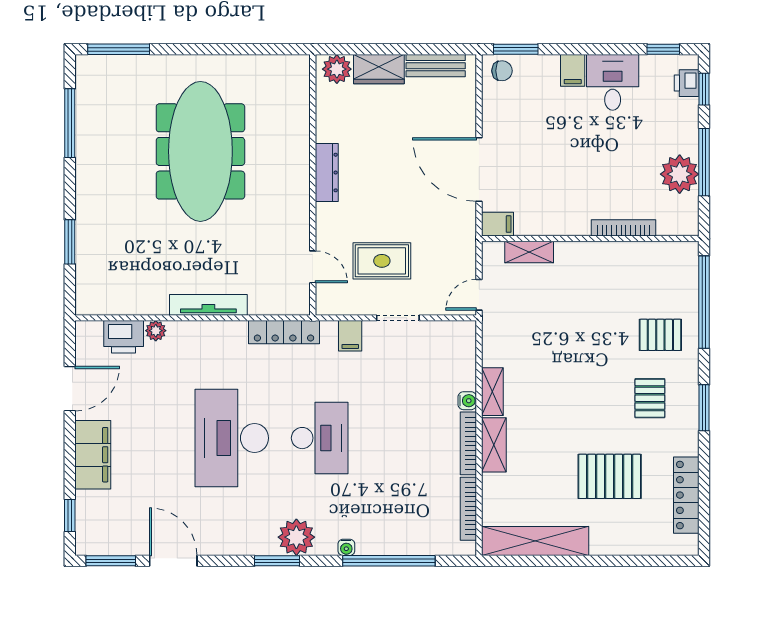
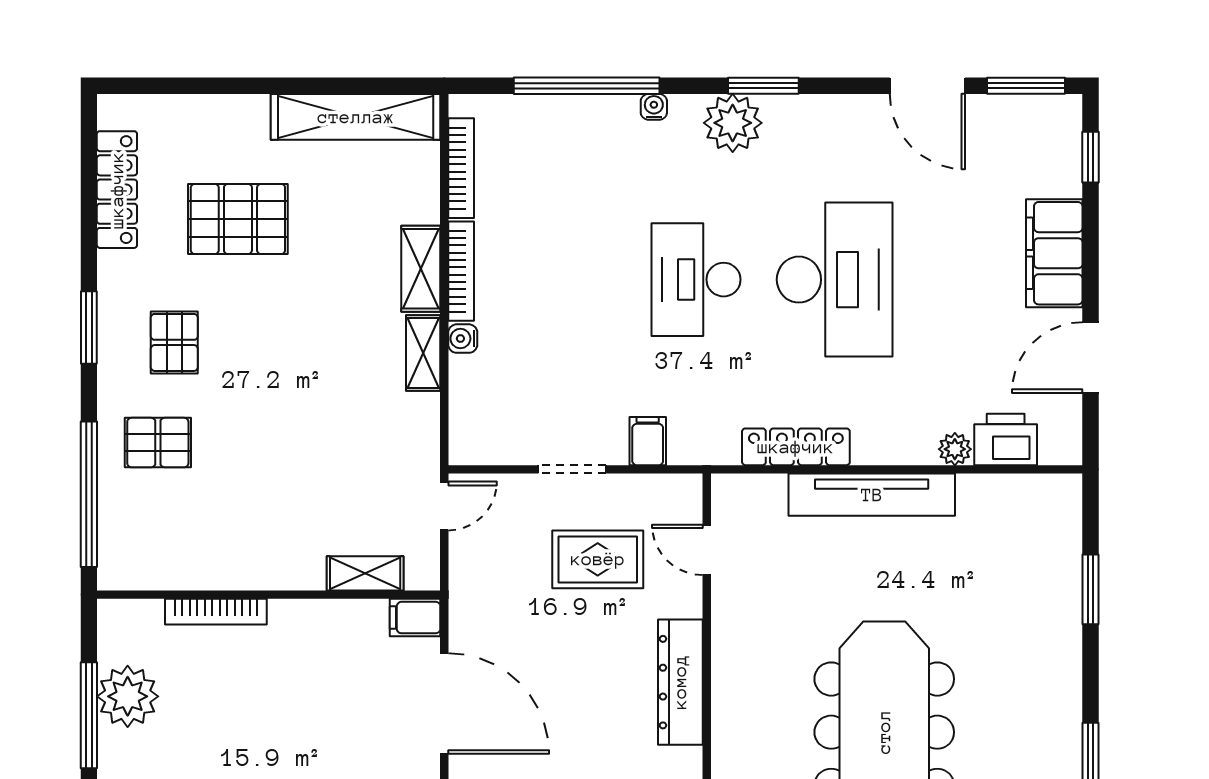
dresser: (327, 173) -> (680, 682), width x1.37, depth x1.24
tv unit: (208, 305) -> (872, 495), width x1.36, depth x1.29
locker: (284, 332) -> (796, 447), moved

